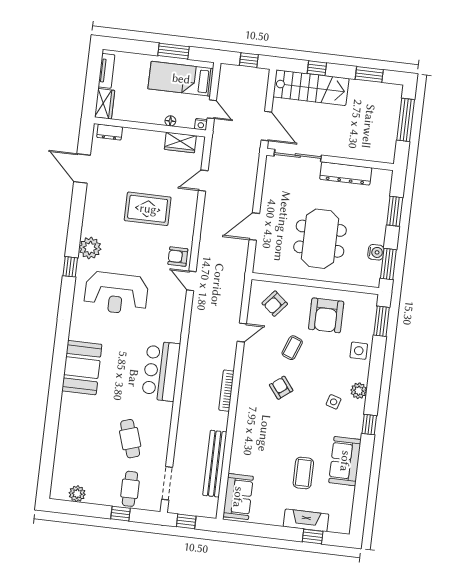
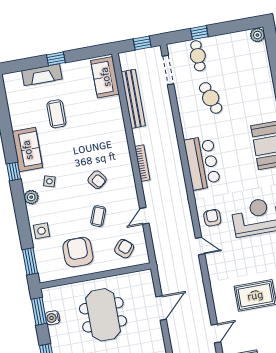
armchair: (178, 257) -> (212, 218), moved, turned -90
sofa: (345, 461) -> (27, 150), moved
plant: (77, 494) -> (257, 35), moved
window: (313, 536) -> (56, 59), moved

